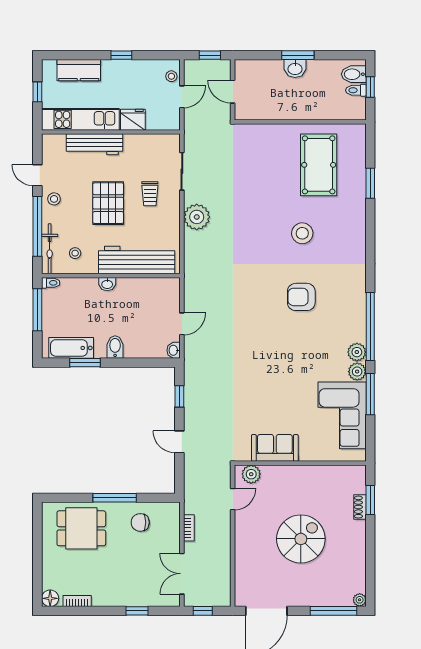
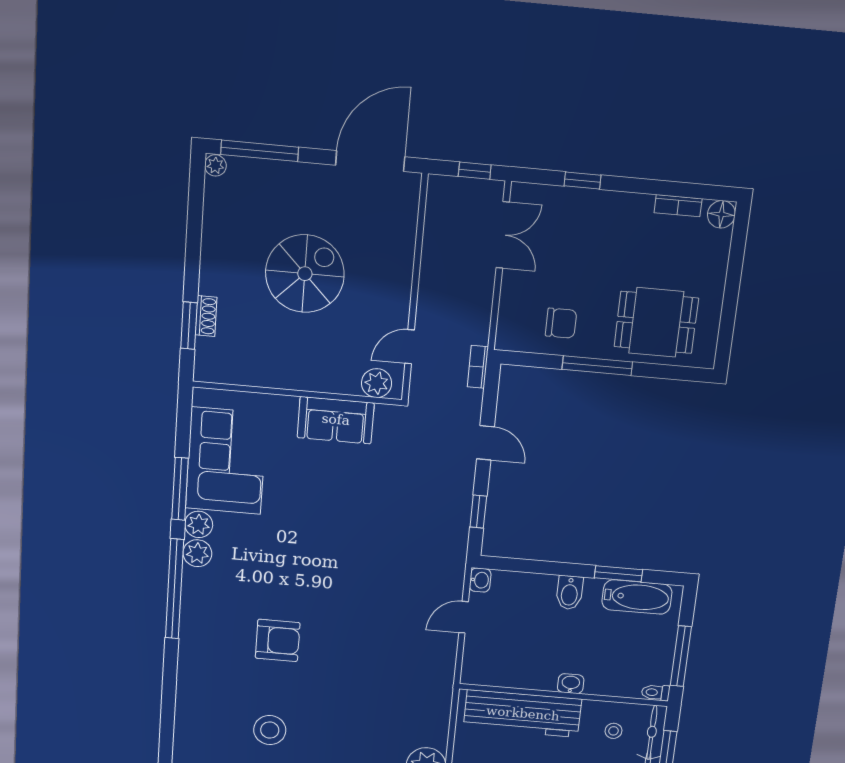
bookcase: (189, 528) -> (478, 367), moved
spiral stairs: (301, 539) -> (305, 274), turned 180

